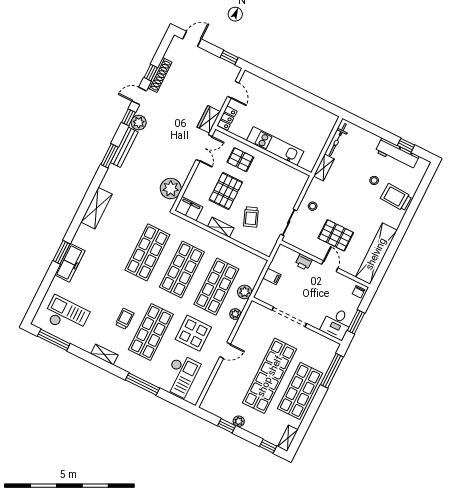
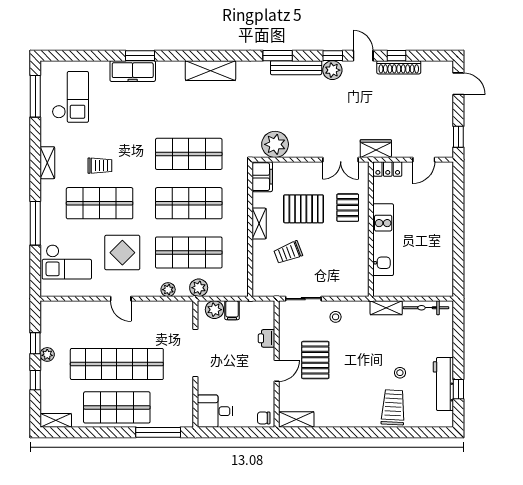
shelving: (376, 254) -> (296, 419), width x0.45, depth x0.75
plant: (265, 288) -> (214, 310), added
window: (356, 322) -> (228, 432), removed
window: (268, 446) -> (35, 380), moved

